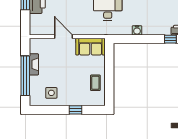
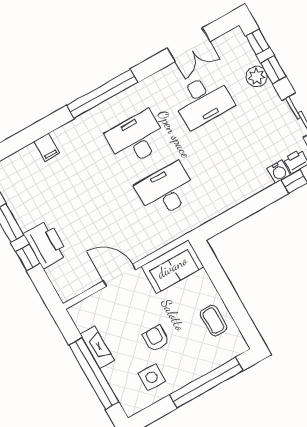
water cooler: (137, 30) -> (279, 172), moved
armchair: (64, 76) -> (156, 339), added
window: (76, 110) -> (206, 383), width x3.17

